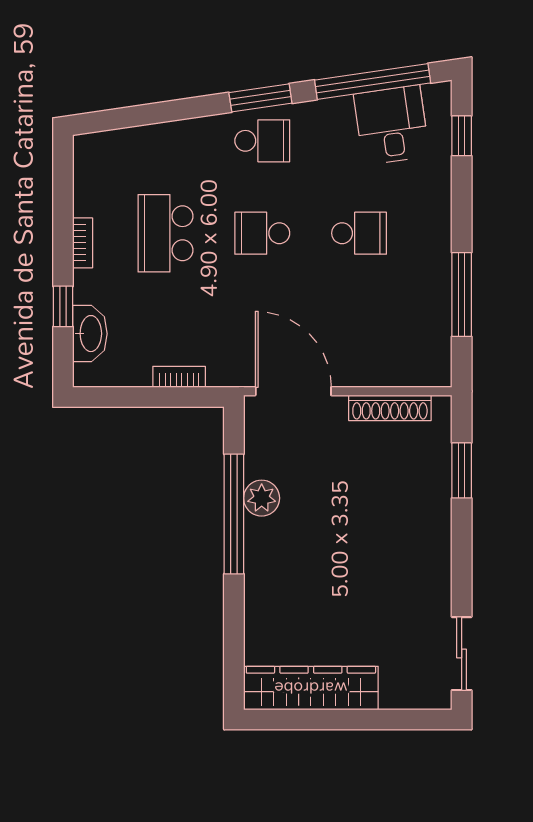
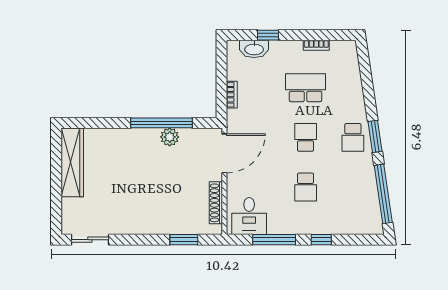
desk: (392, 125) -> (249, 216), moved, turned 98
window: (462, 136) -> (321, 240), moved
bookcase: (83, 243) -> (316, 45), moved

